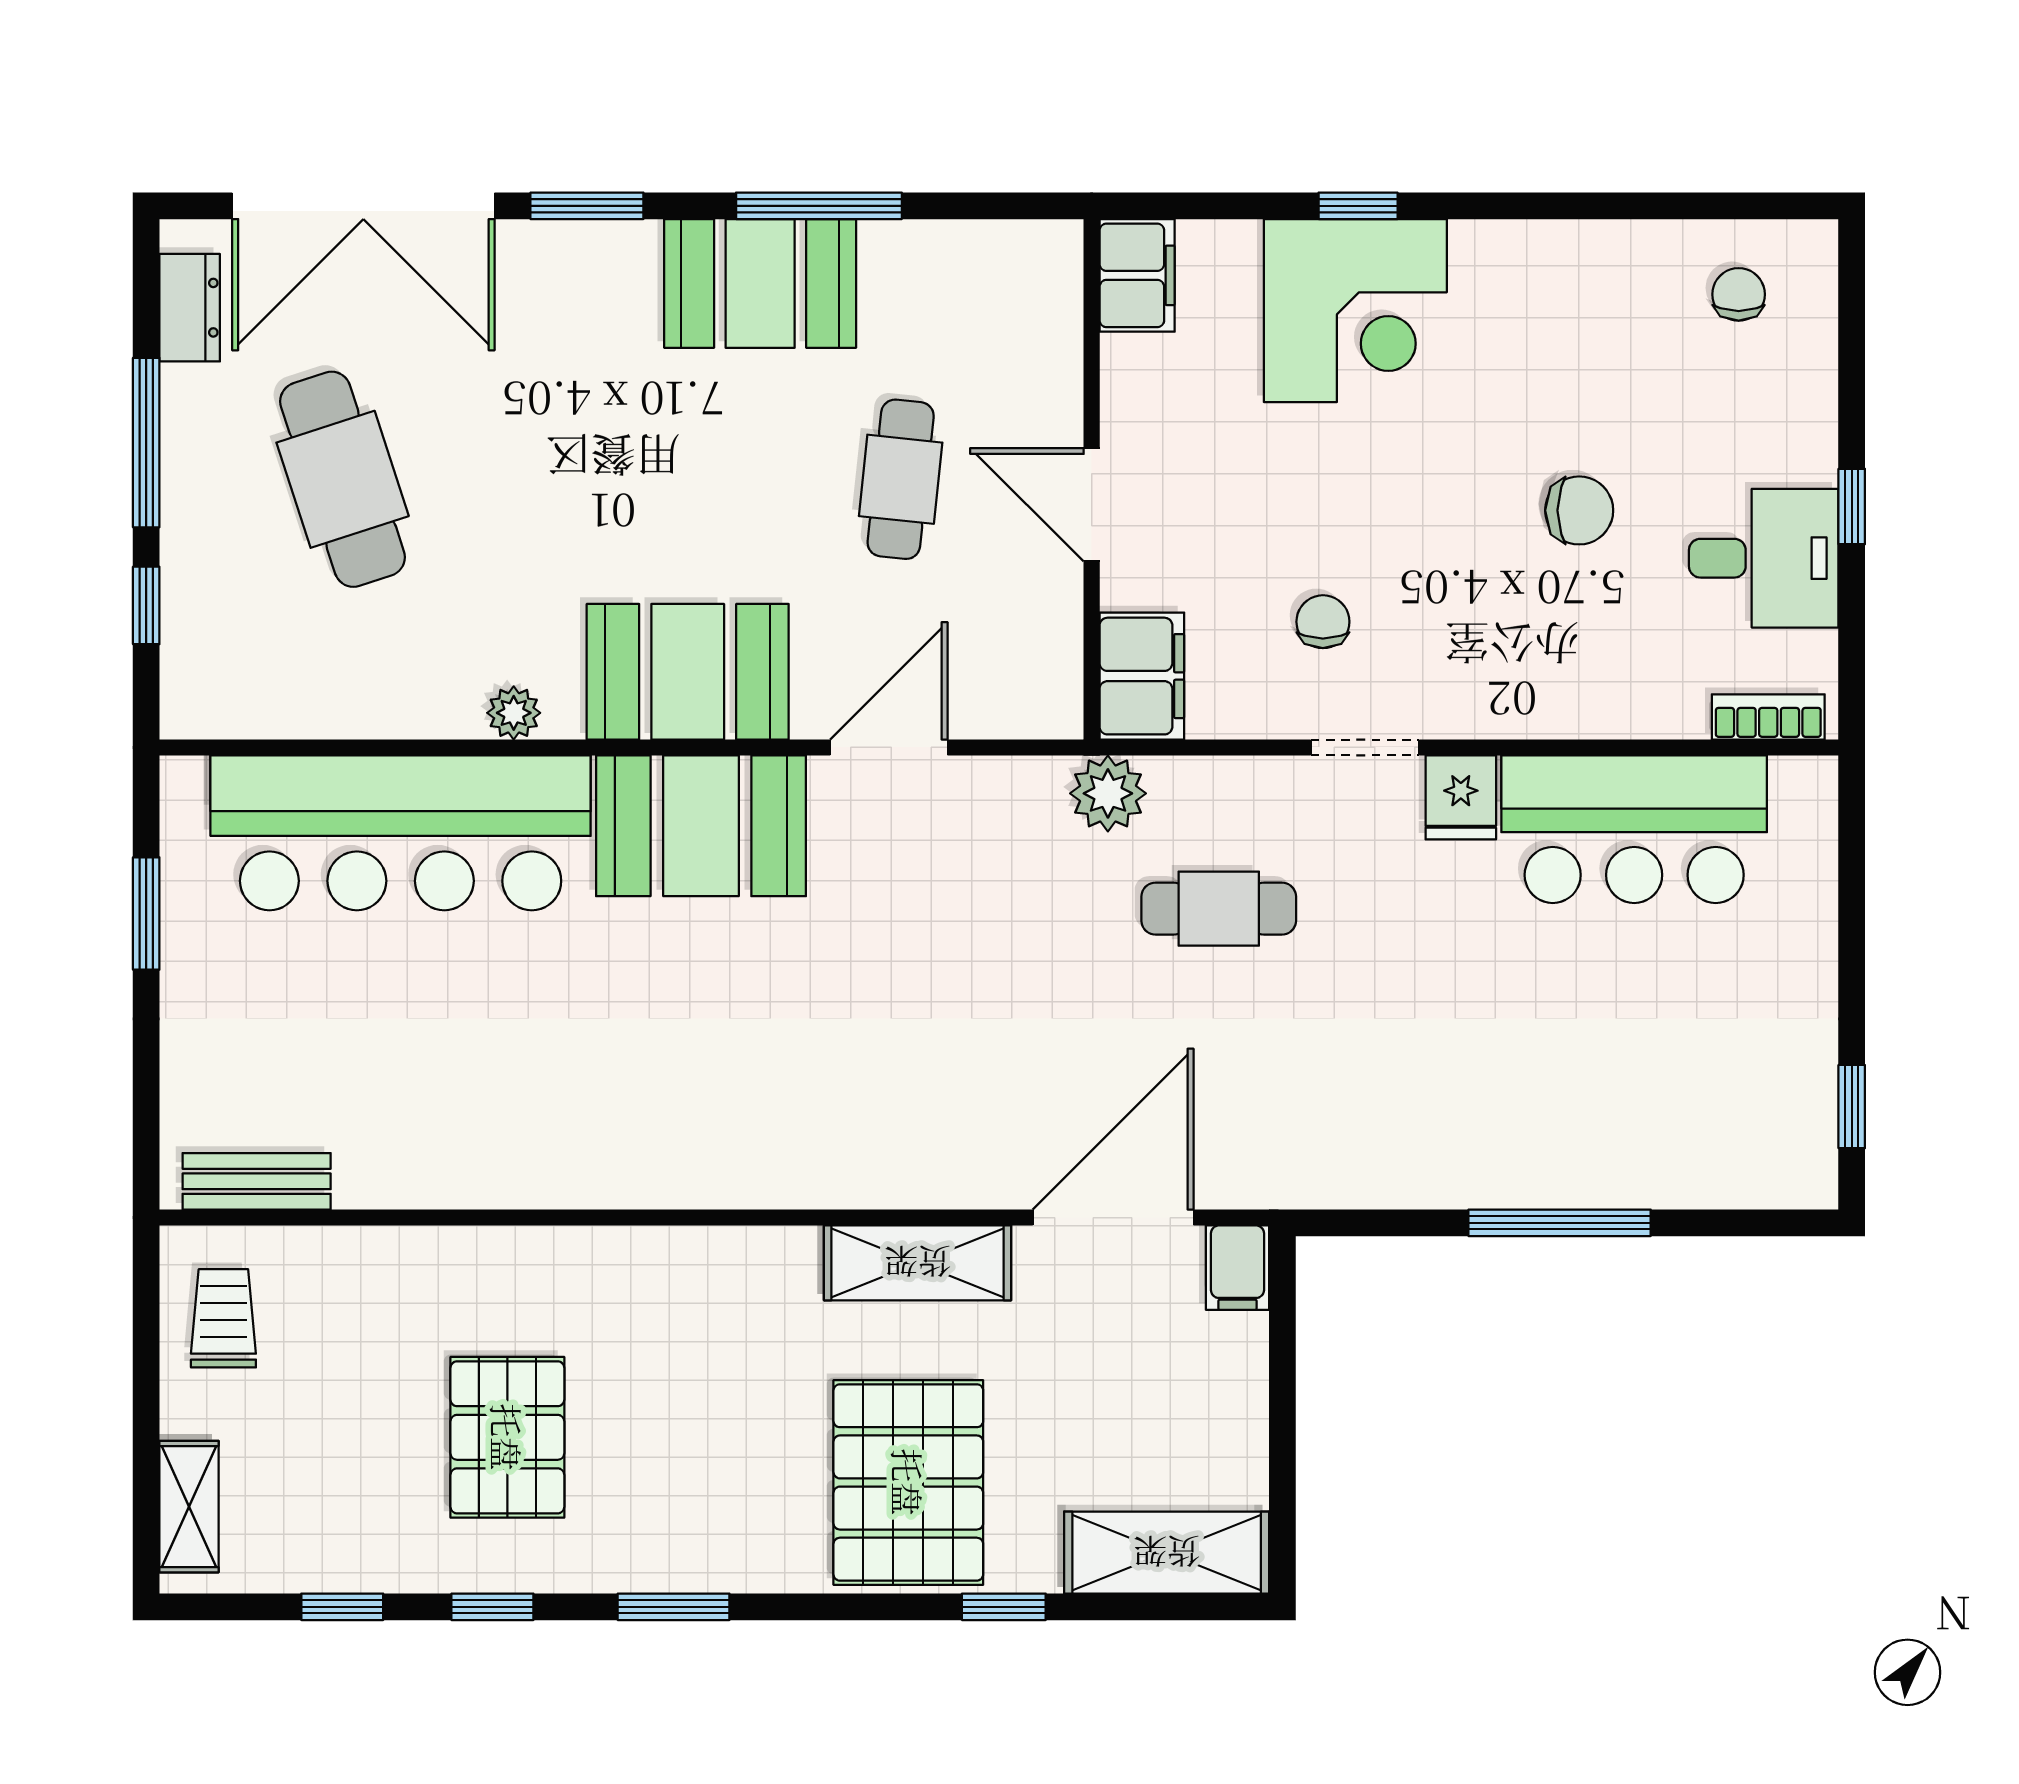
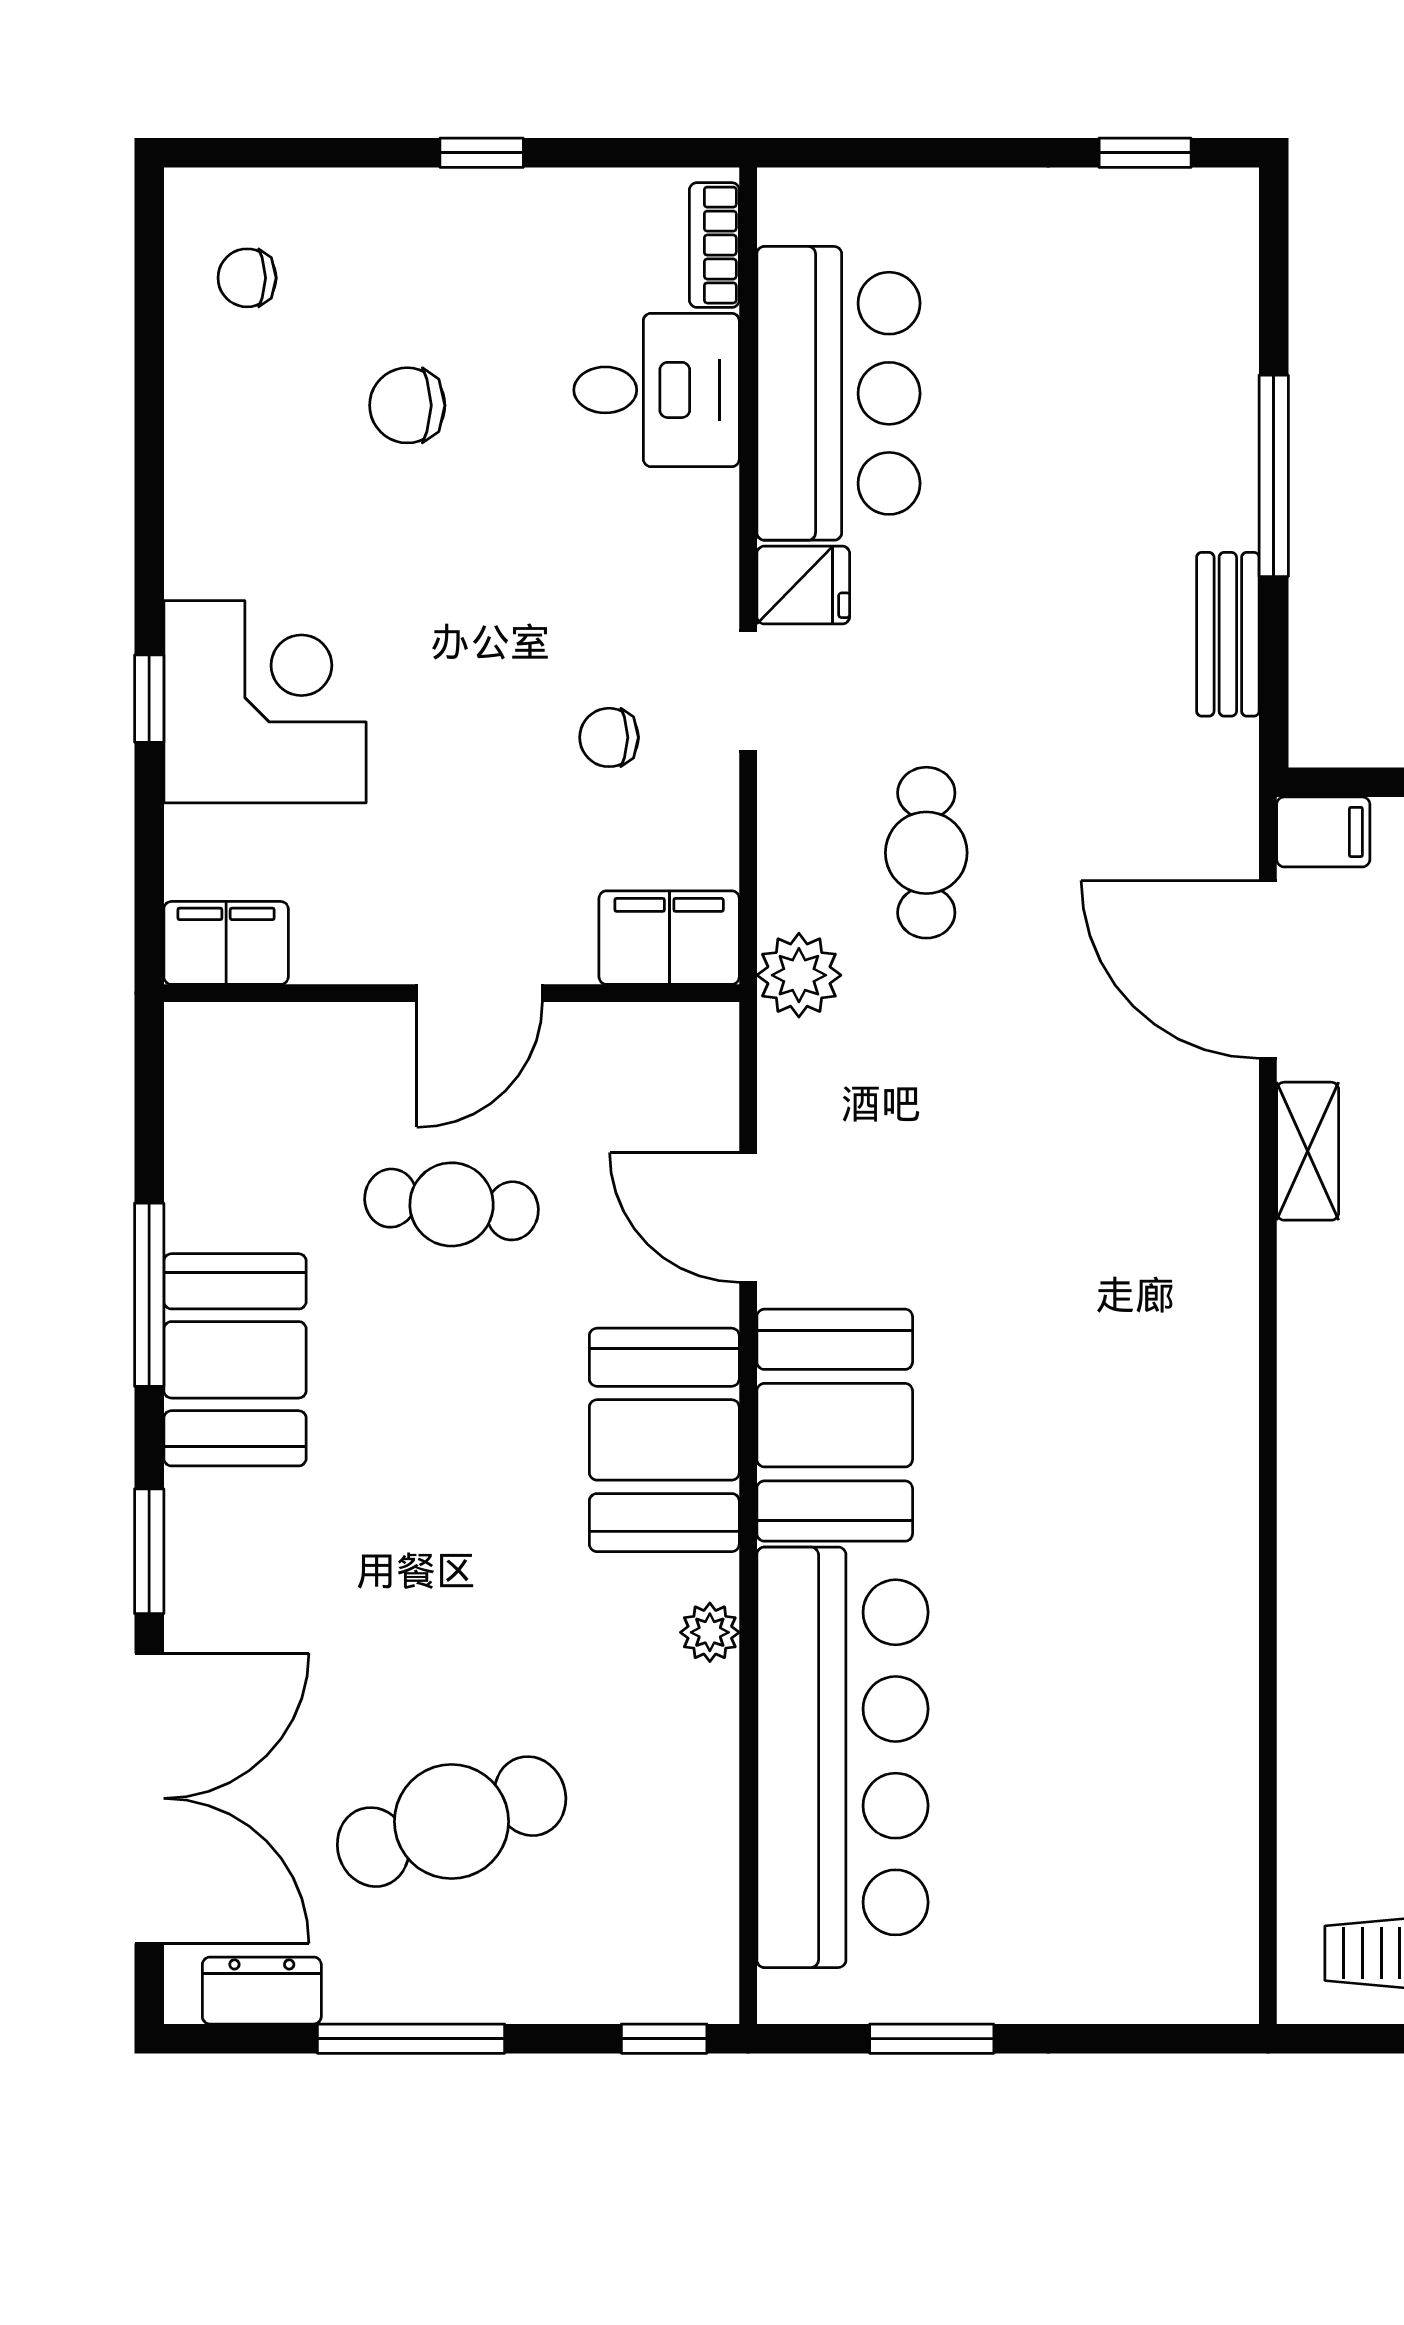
chair: (1579, 510) -> (407, 405), moved, turned -90
desk: (1764, 558) -> (657, 390), moved, turned 90
window: (146, 605) -> (664, 2039), moved
bench: (257, 1181) -> (1228, 634), moved
shelving: (918, 1263) -> (1308, 1151), width x0.67, depth x0.75

